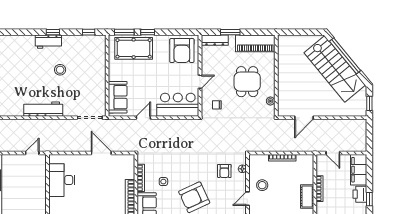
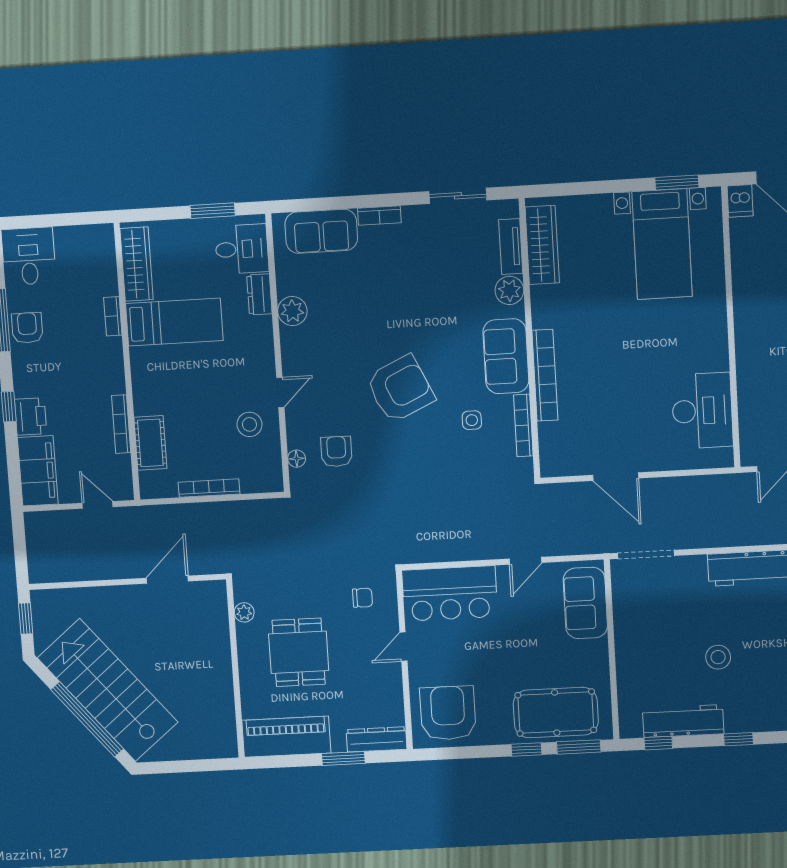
workbench: (48, 42) -> (683, 721), moved, width x1.37
cot: (307, 196) -> (150, 443), moved

